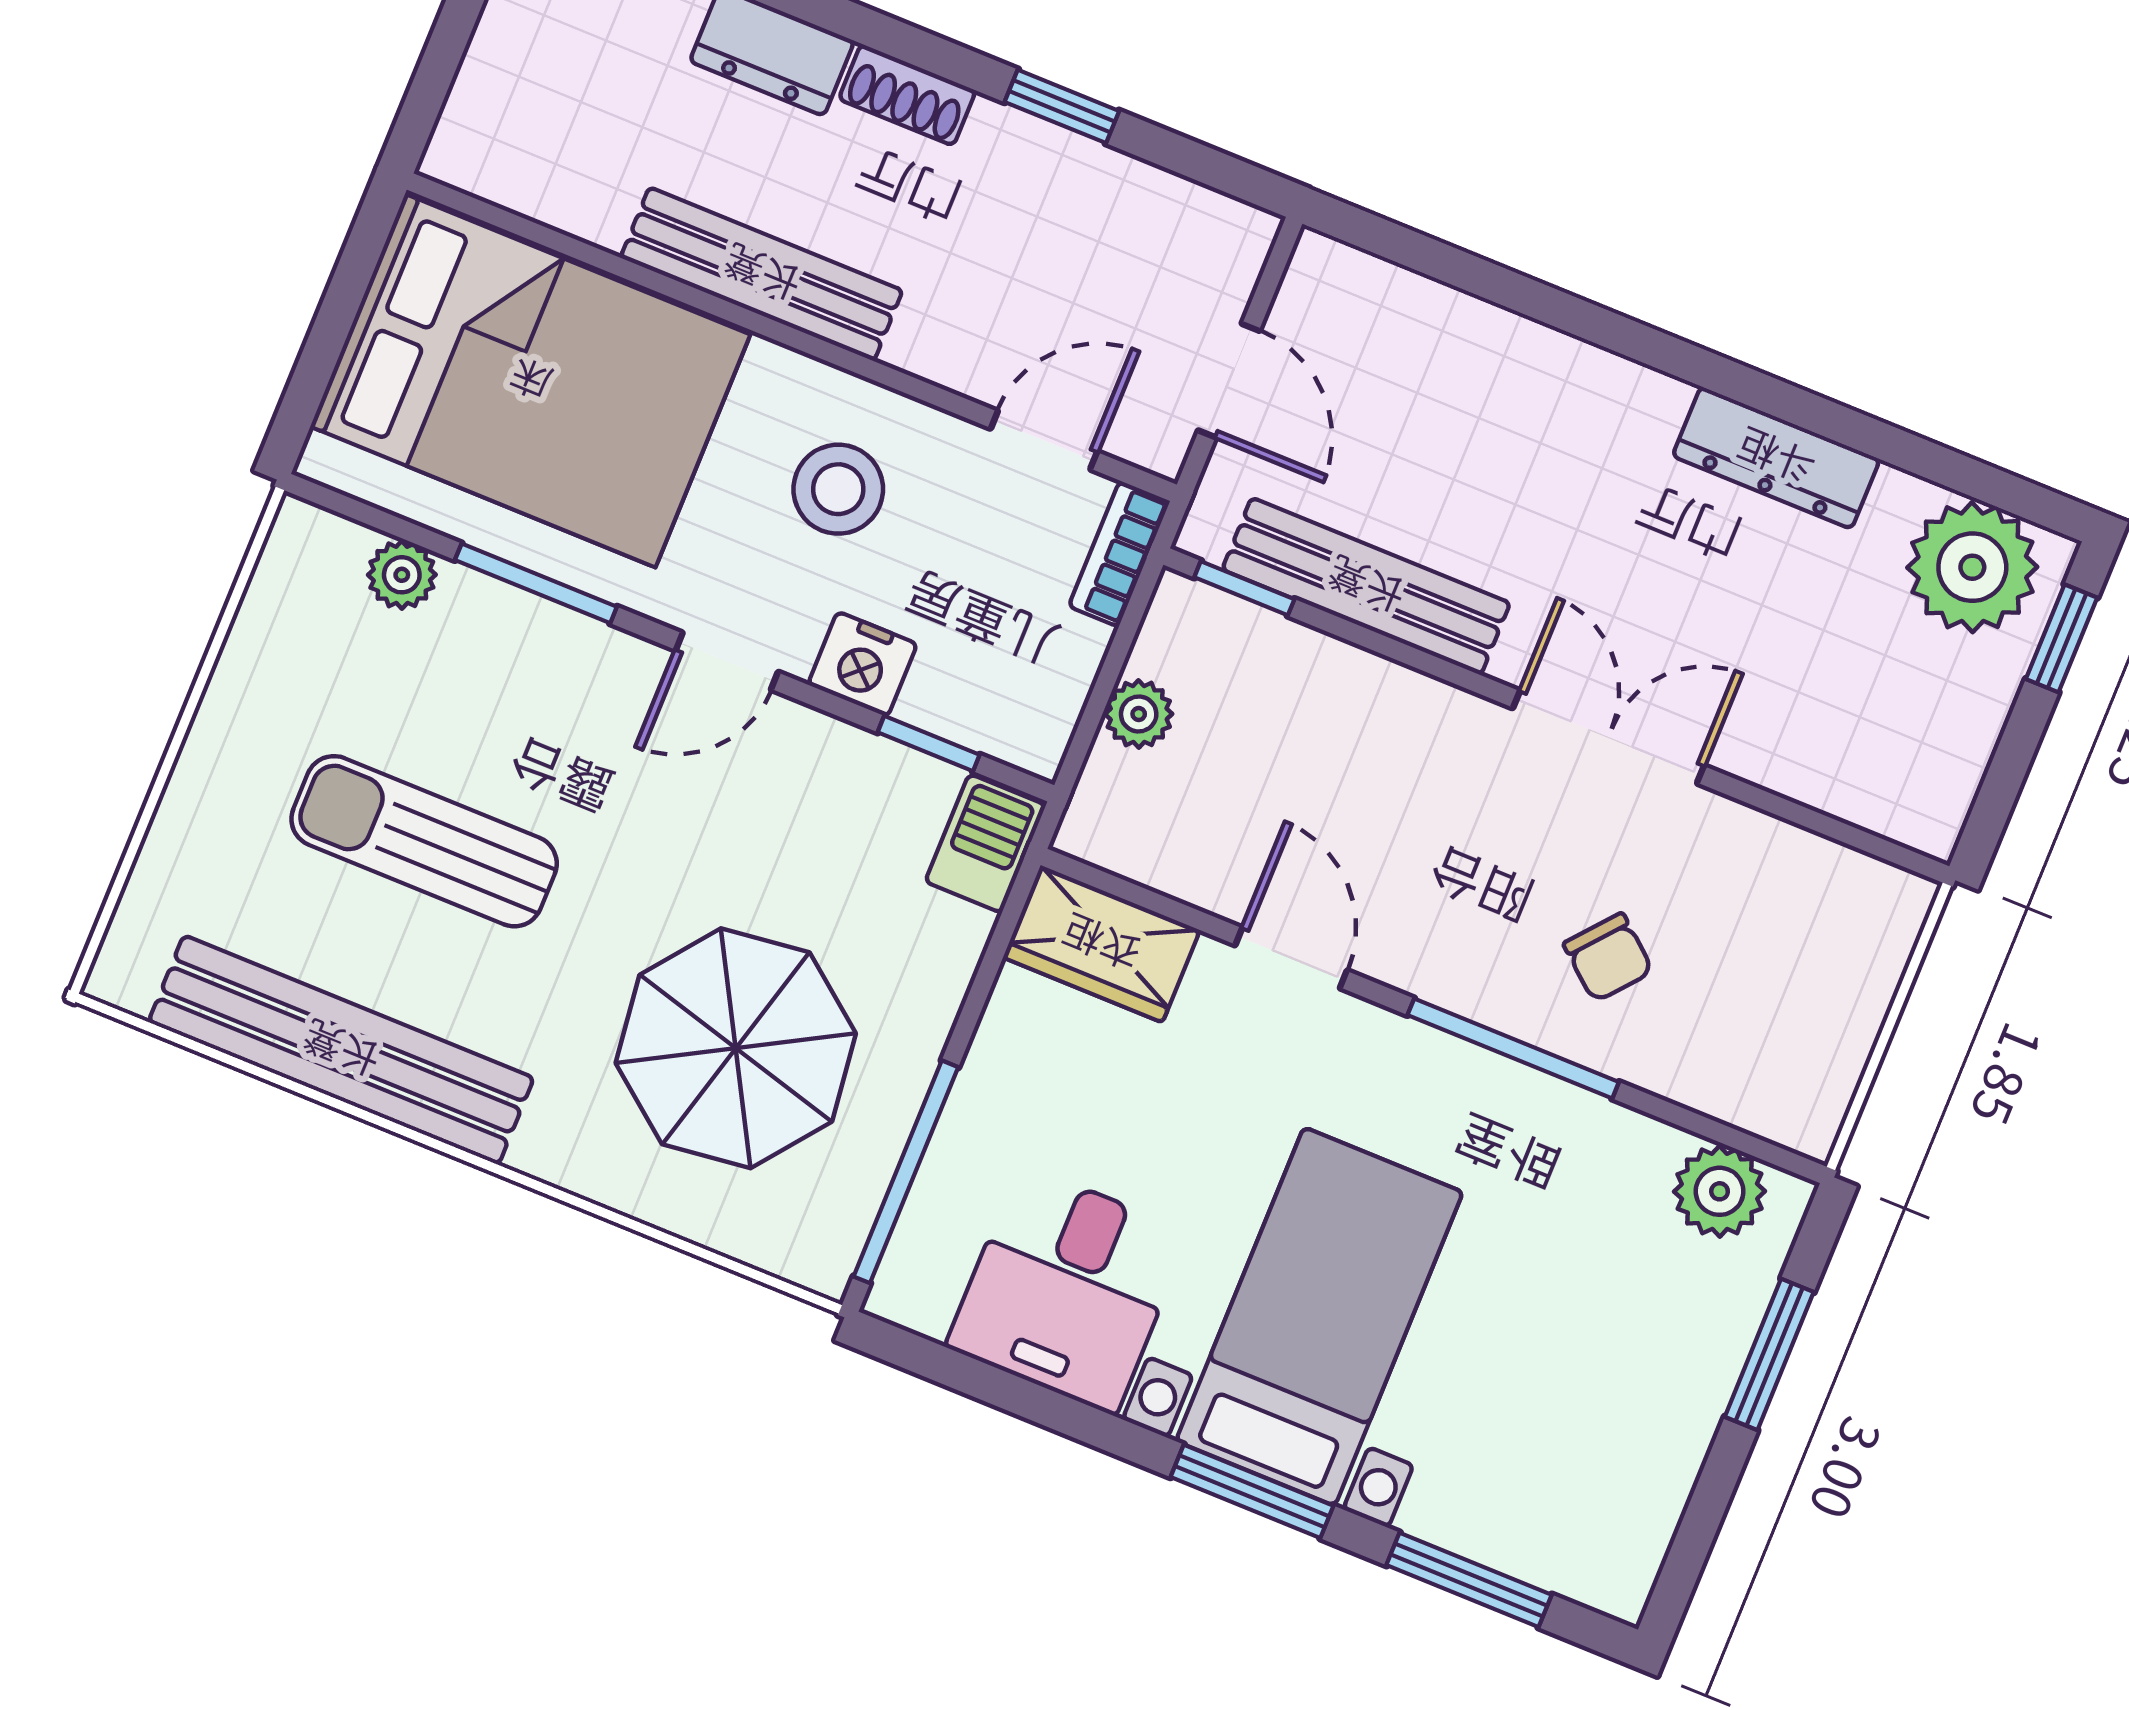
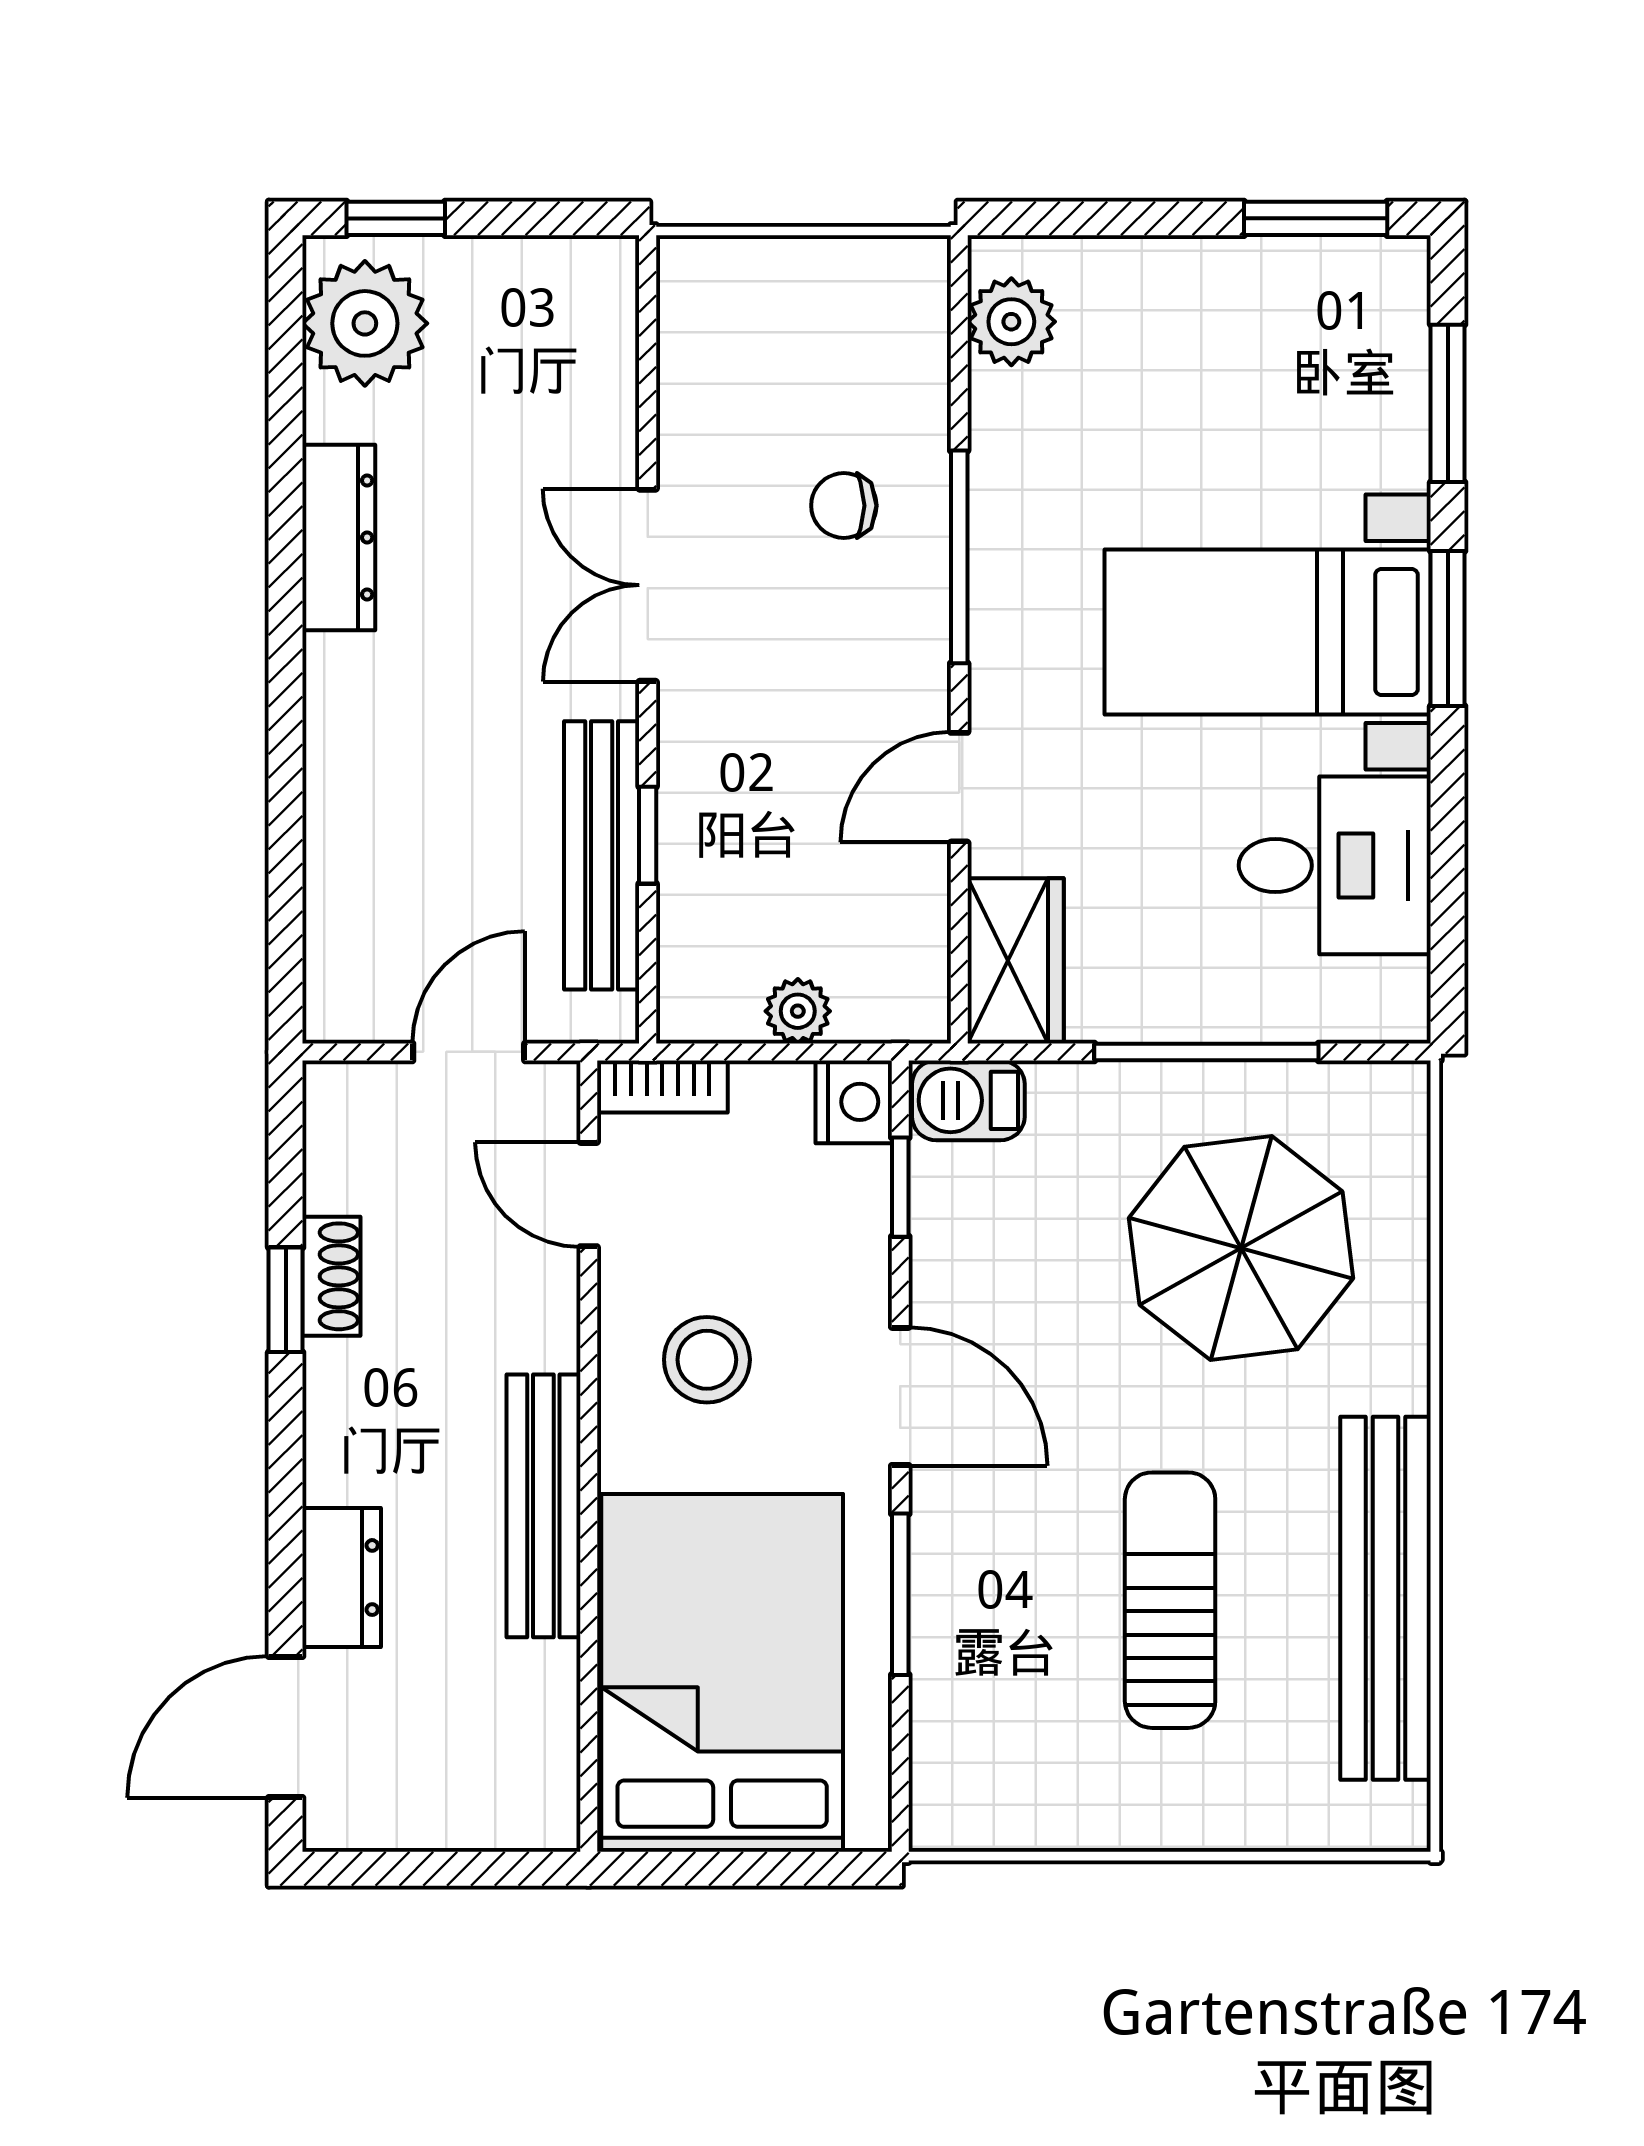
shoe rack: (907, 95) -> (331, 1276), moved
plant: (402, 575) -> (941, 1717), removed
window: (1244, 588) -> (648, 835), moved
door: (727, 661) -> (900, 1396), width x1.38
nightstand: (862, 664) -> (854, 1102), moved
sun lounger: (424, 841) -> (1170, 1600), turned 180
chair: (1608, 957) -> (844, 506), turned -130
window: (906, 1172) -> (1206, 1052), moved
window: (1769, 1354) -> (1316, 218), moved

